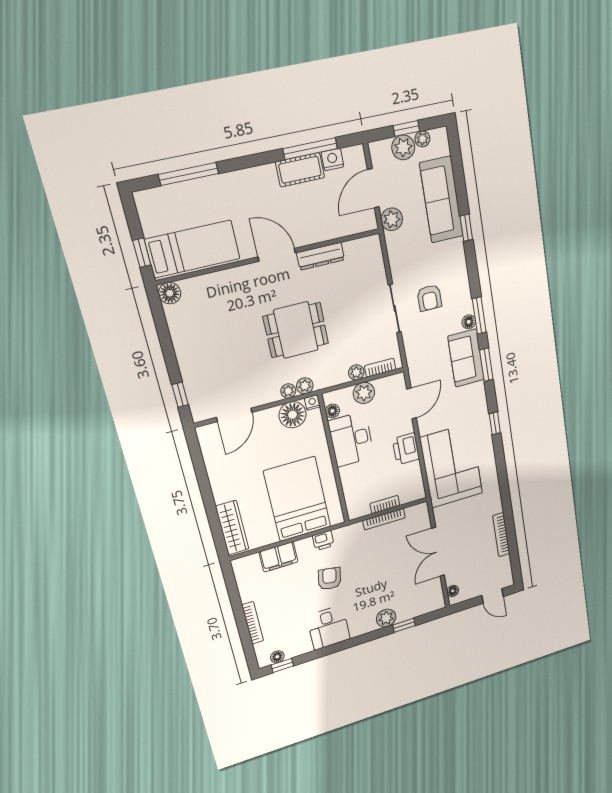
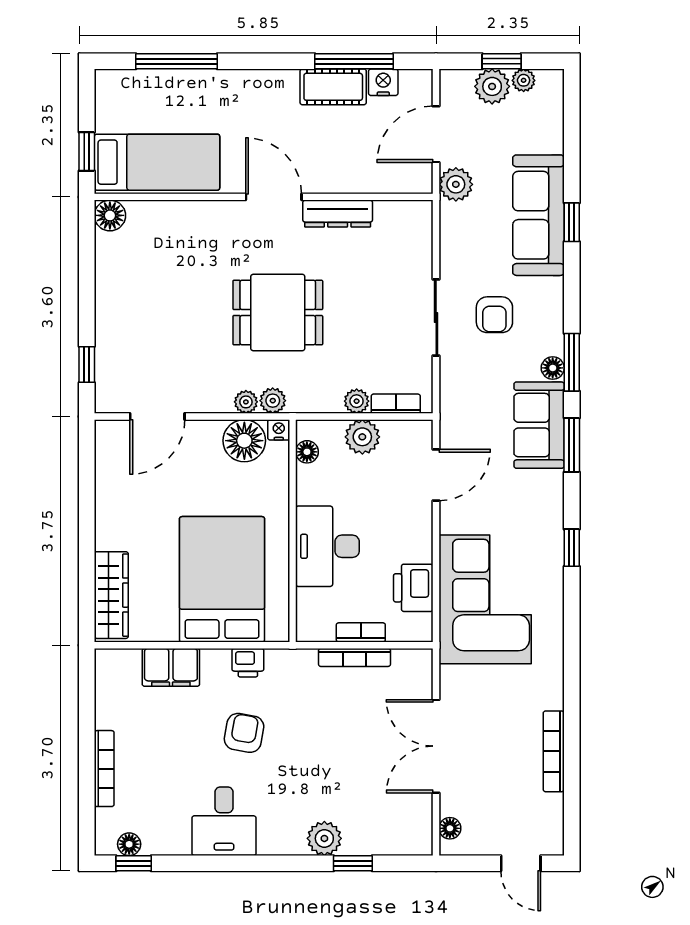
sofa: (441, 200) -> (538, 215), moved
desk: (351, 439) -> (327, 546), moved
printer: (406, 449) -> (413, 588), moved

